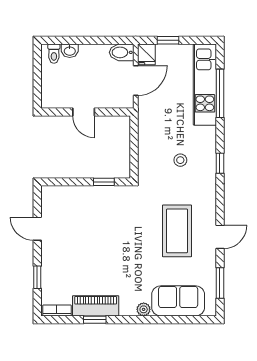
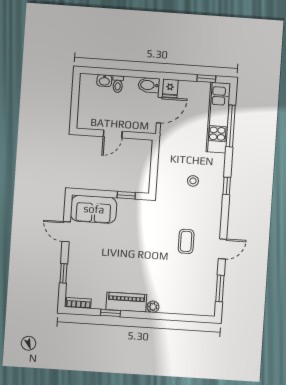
window: (168, 40) -> (206, 79), moved
toilet: (54, 54) -> (118, 84), moved
door: (84, 112) -> (113, 134), hinge flipped
coffee table: (177, 231) -> (186, 241), width x0.54, depth x0.58
sofa: (178, 301) -> (94, 209), moved, turned 180
piano: (96, 306) -> (126, 302), moved

